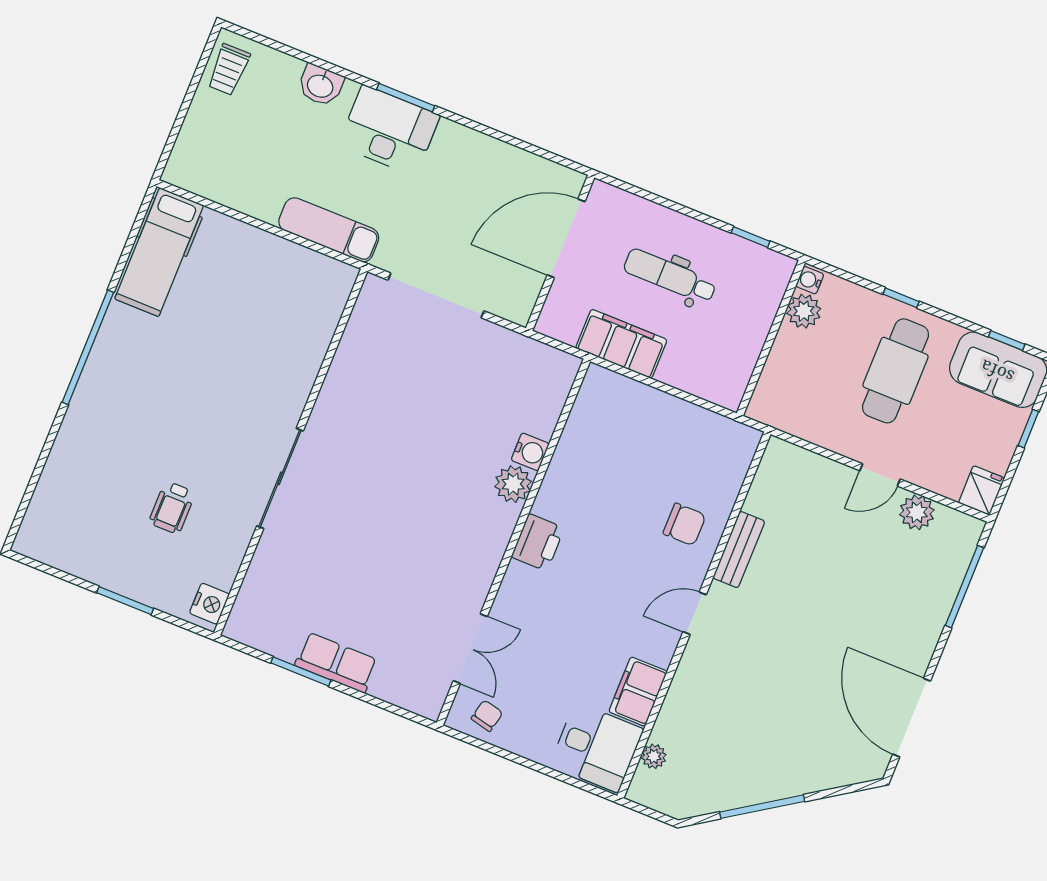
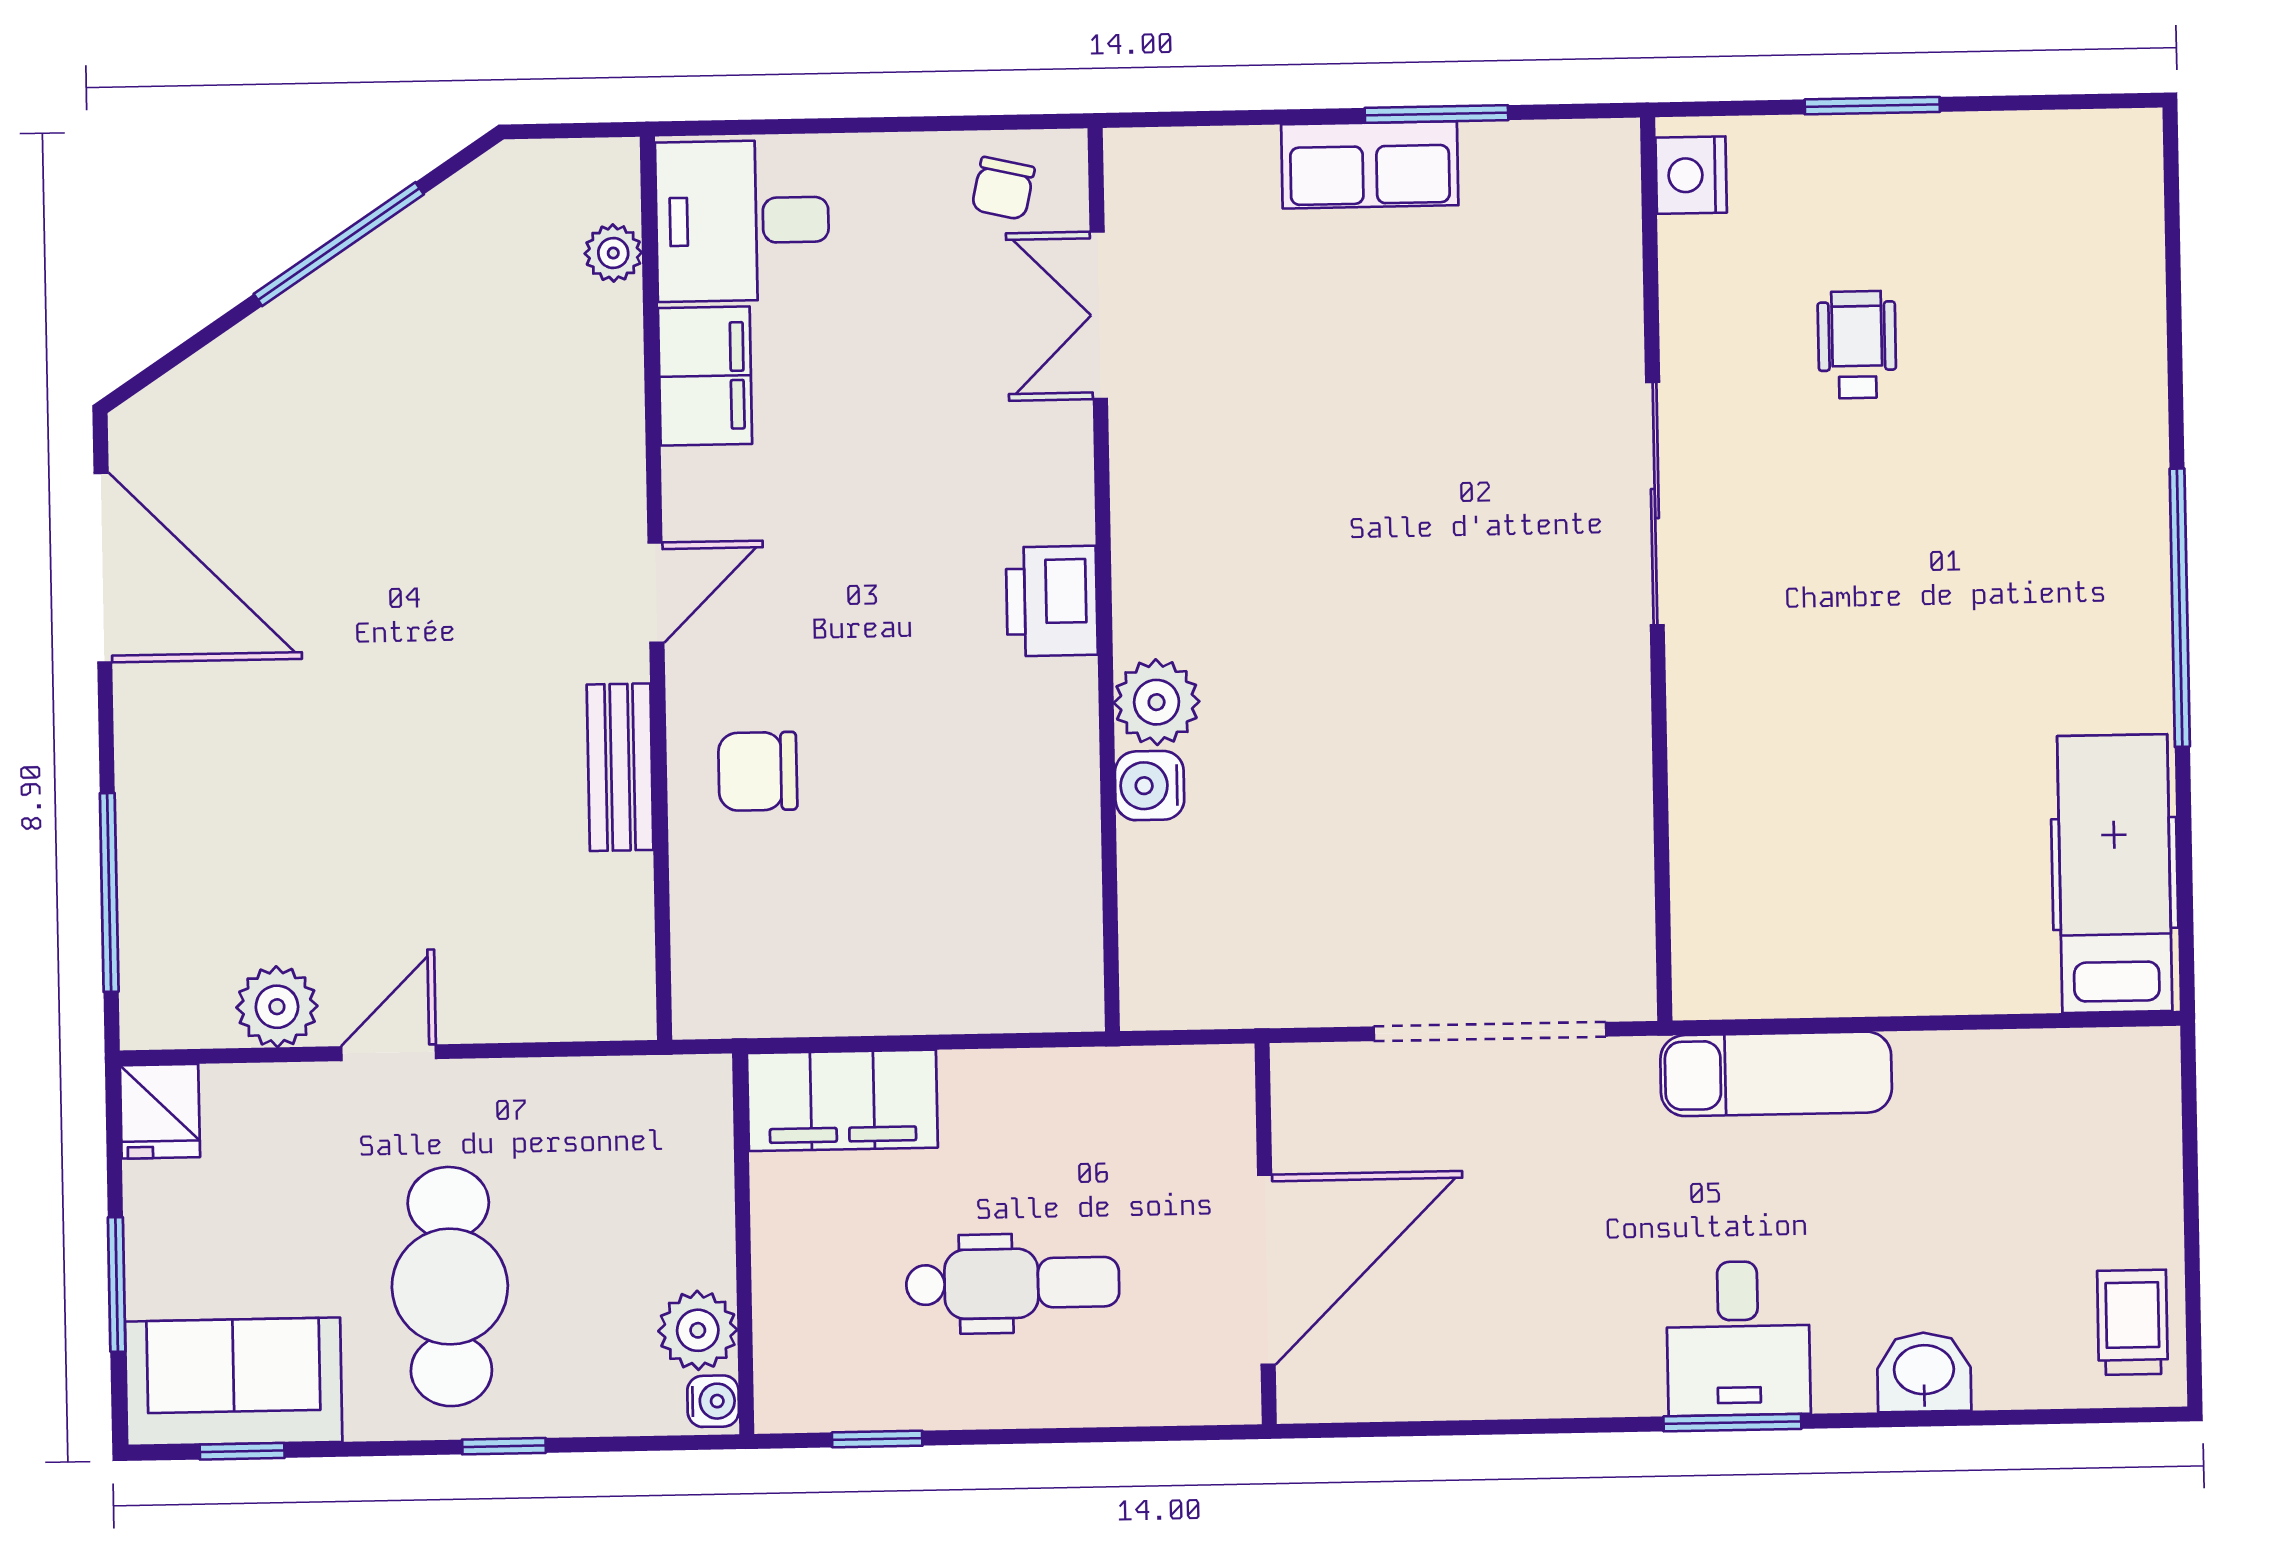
desk: (389, 130) -> (1738, 1338), width x0.73
filing cabinet: (621, 344) -> (842, 1100), moved
window: (1028, 429) -> (117, 1284), width x1.50

